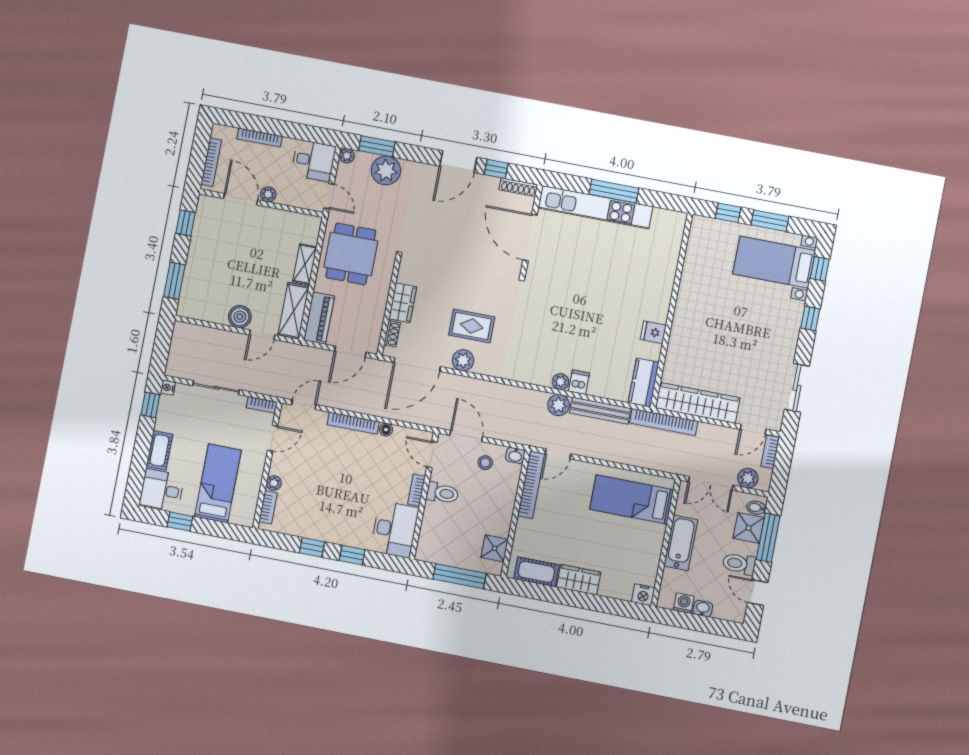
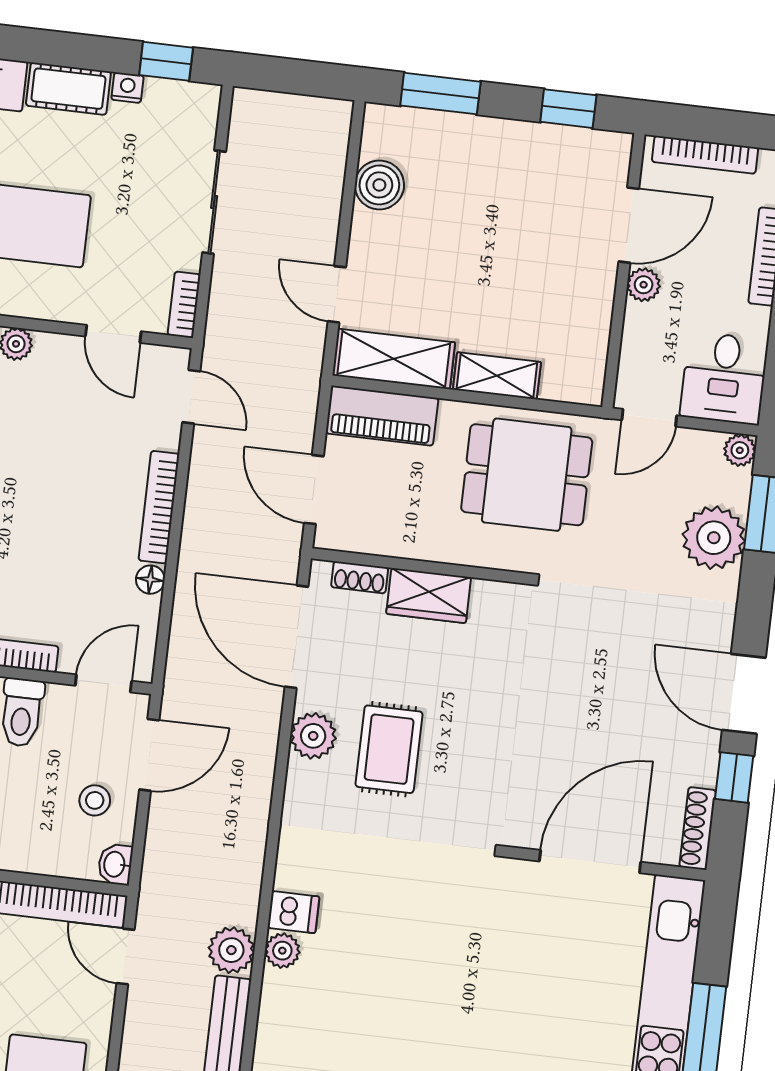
boiler: (240, 317) -> (379, 185), moved
dishwasher: (579, 382) -> (293, 912), moved
nightstand: (168, 388) -> (127, 88), moved

